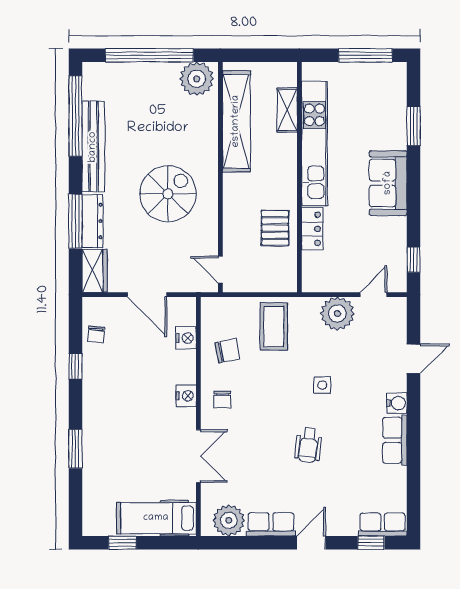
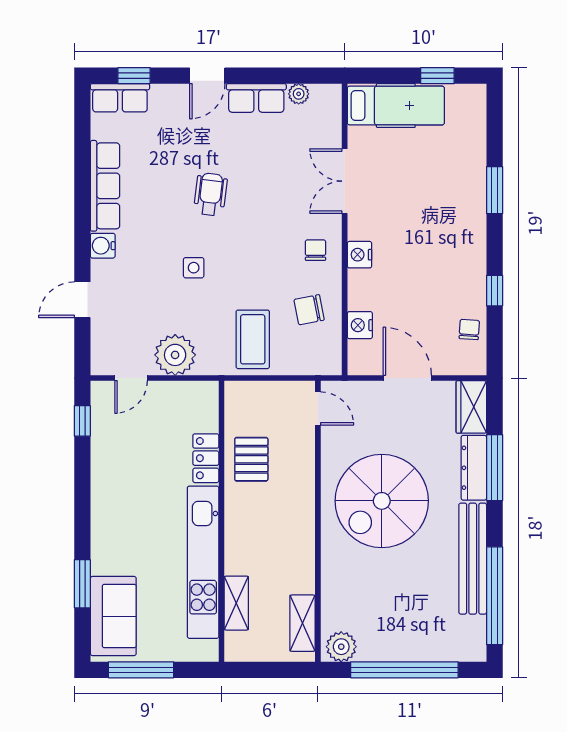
plant: (197, 79) -> (341, 647), width x0.73, depth x0.73
shelving: (236, 121) -> (303, 623), width x0.45, depth x0.75
sofa: (388, 183) -> (113, 616), moved
spiral stairs: (168, 194) -> (382, 501), width x1.37, depth x1.37
row of seats: (395, 440) -> (105, 186), width x1.48
plant: (229, 520) -> (299, 94), width x0.53, depth x0.53

